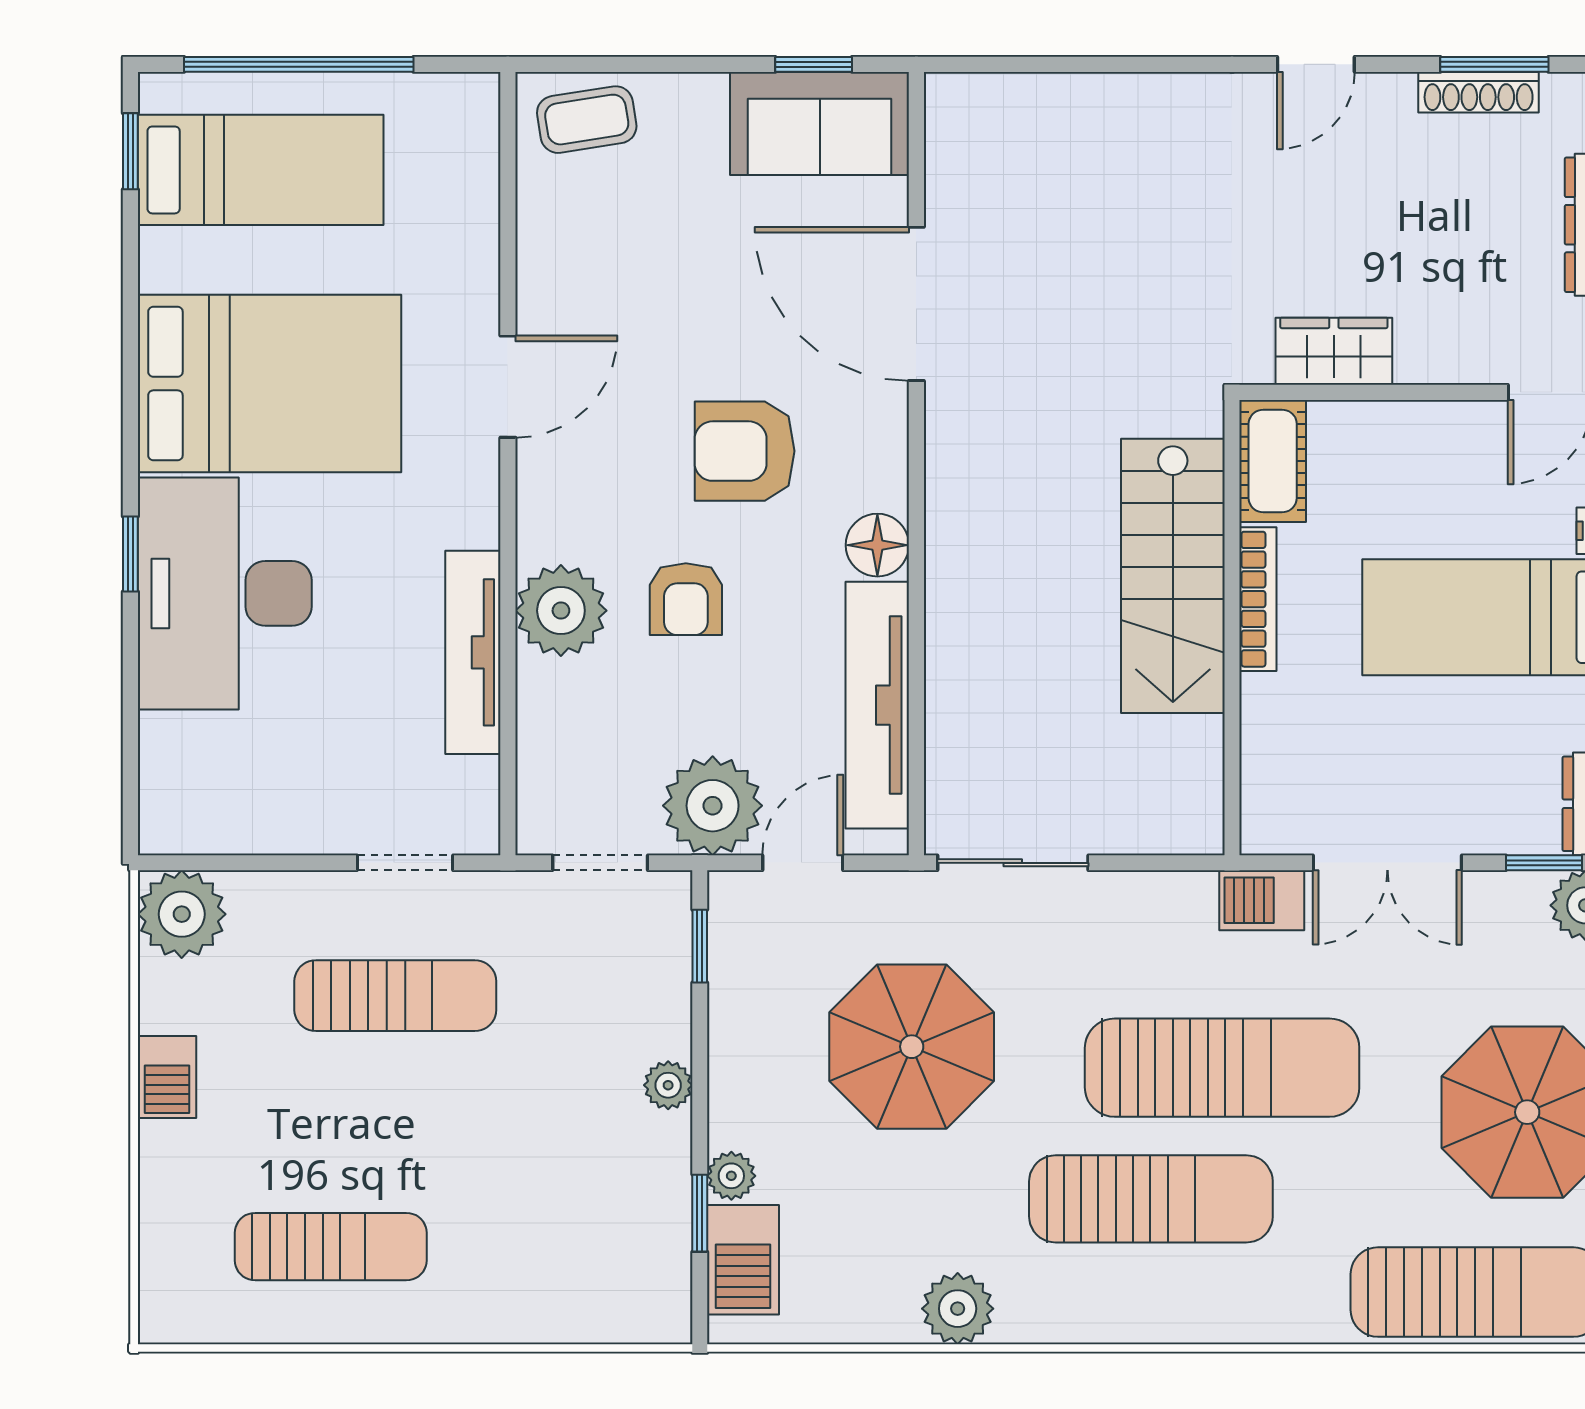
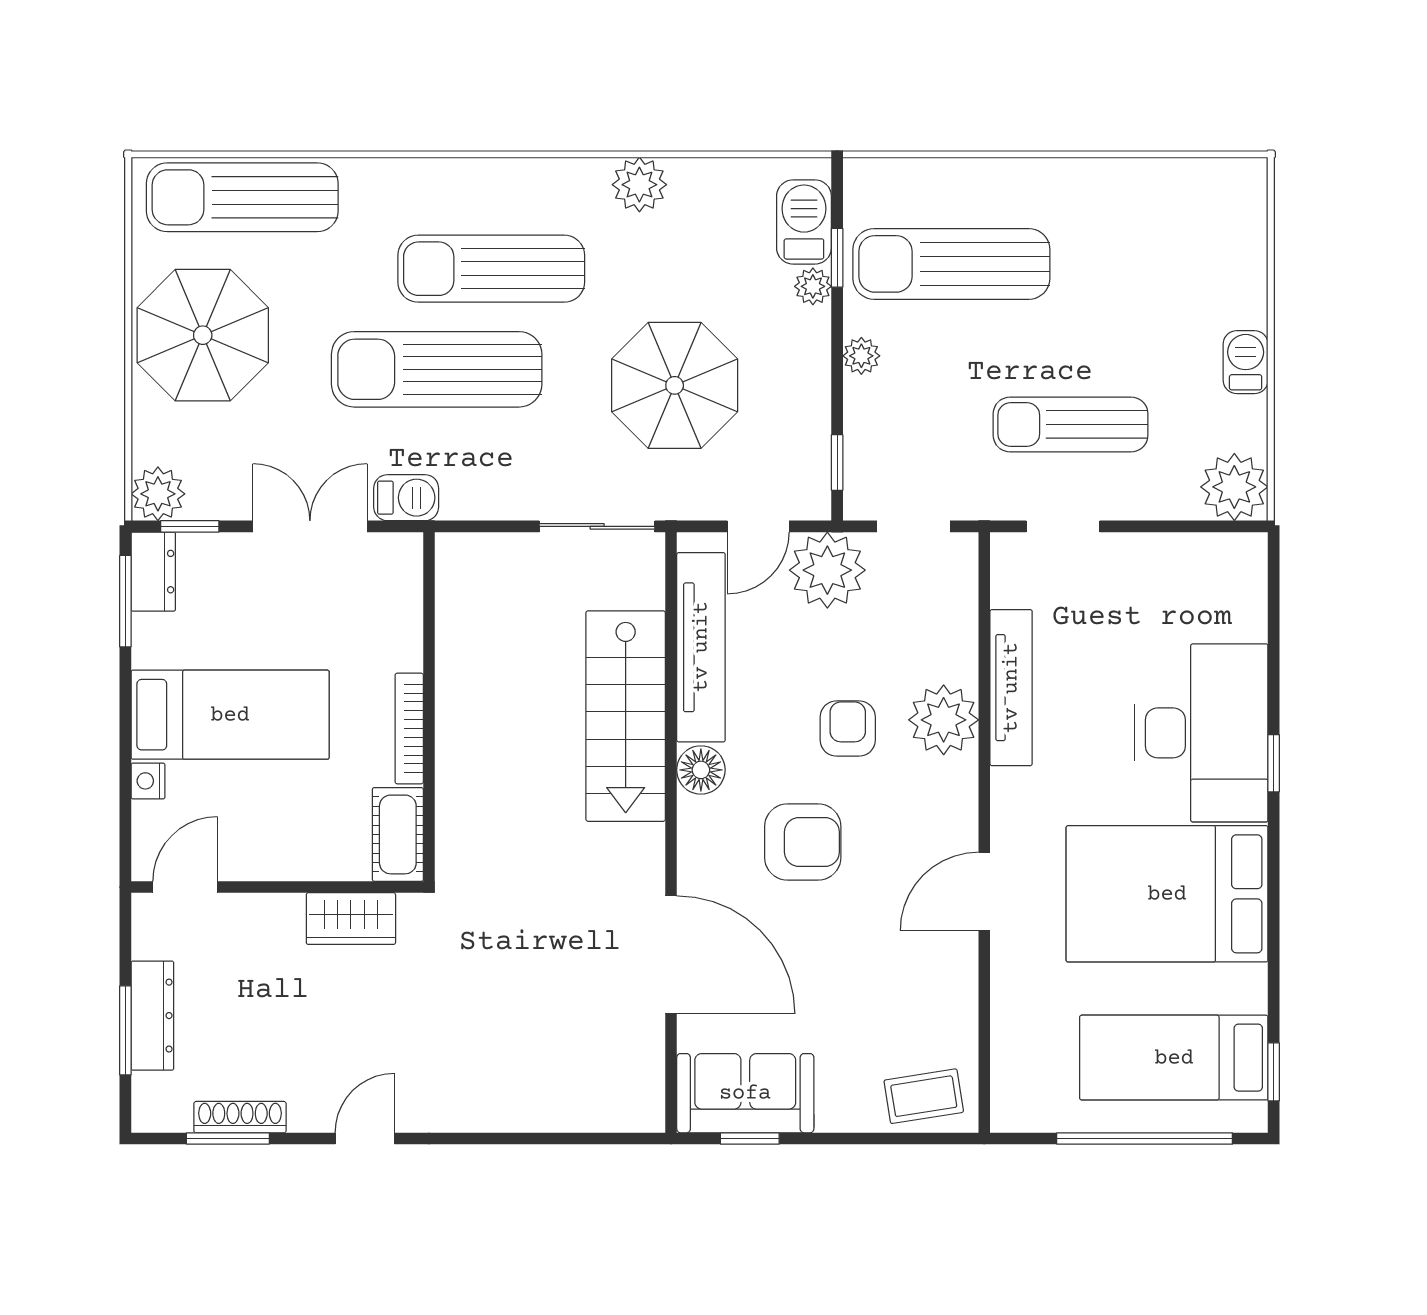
stairs: (1173, 576) -> (626, 716), moved, turned 180
sun lounger: (331, 1247) -> (951, 264), moved, width x1.36, depth x1.34

